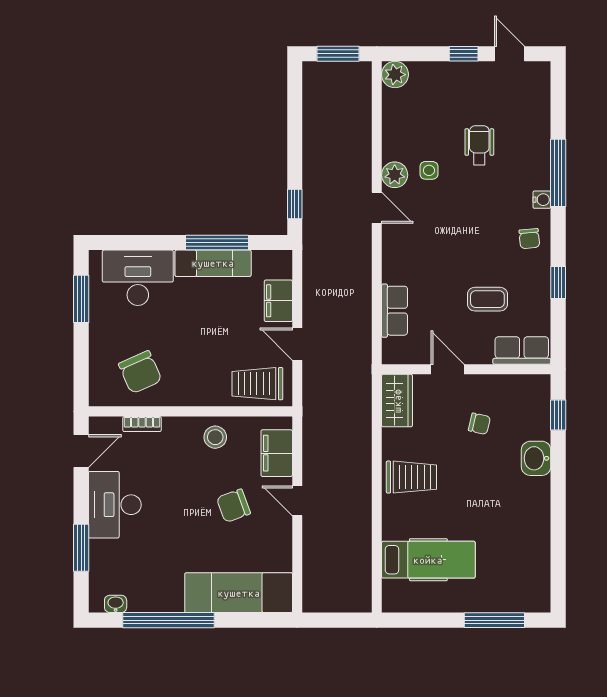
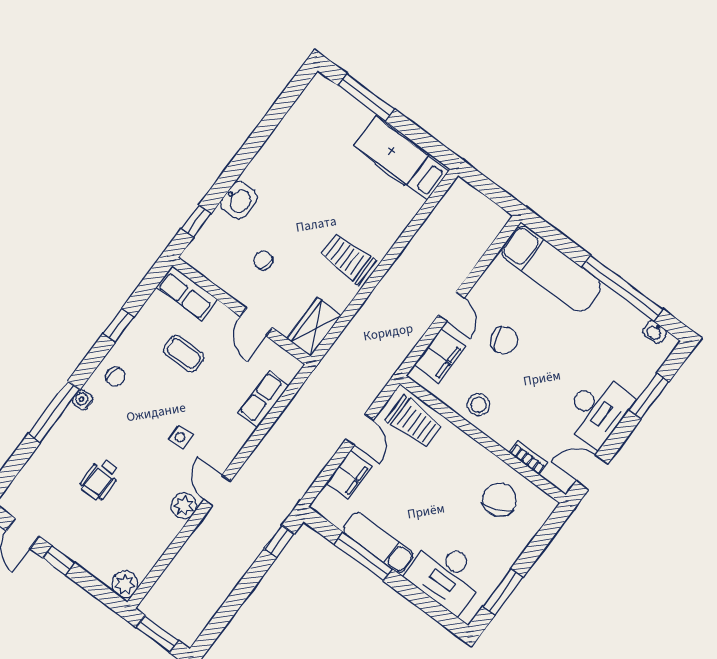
side table: (429, 170) -> (180, 437), moved
chair: (529, 239) -> (115, 377), turned 104
hospital bed: (428, 560) -> (401, 158), moved

